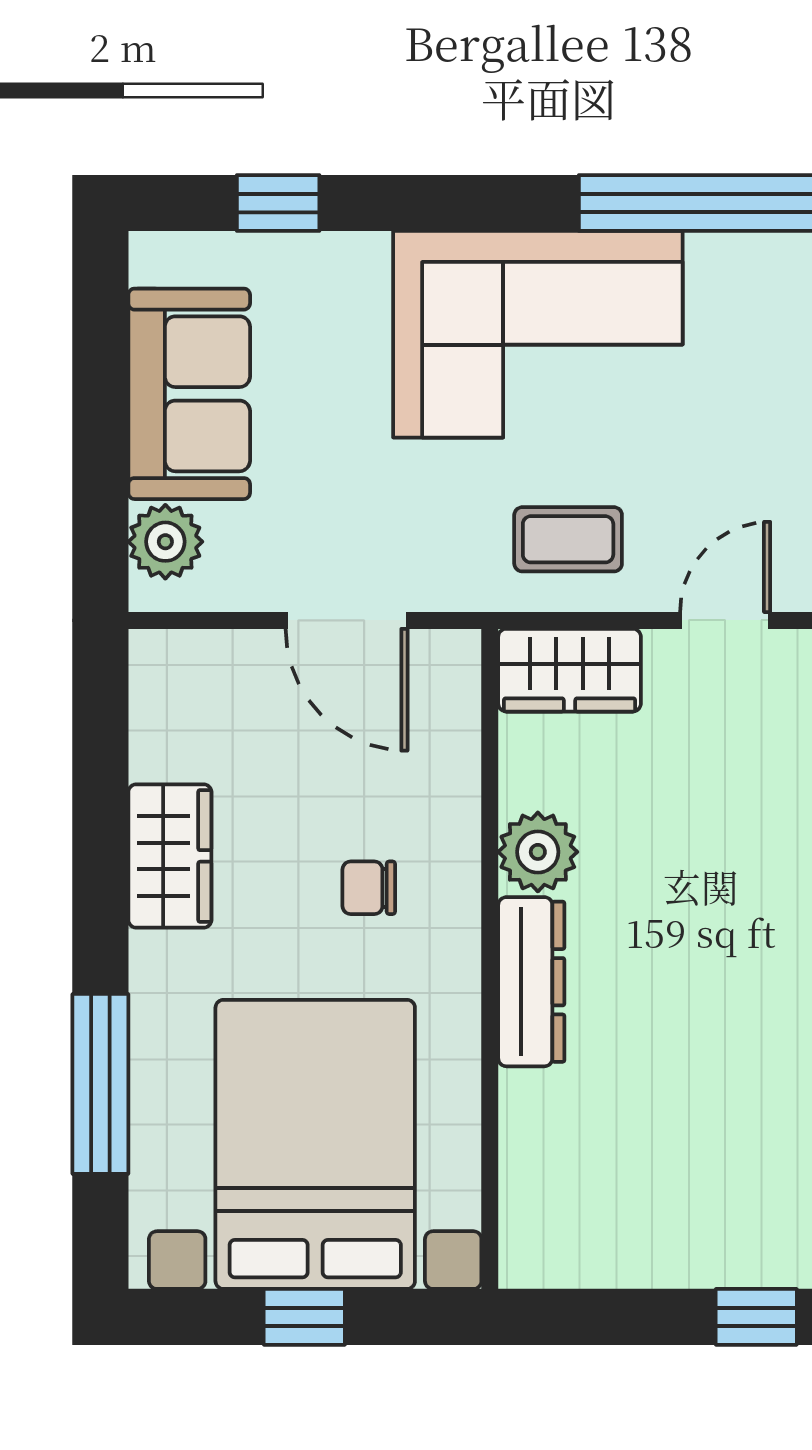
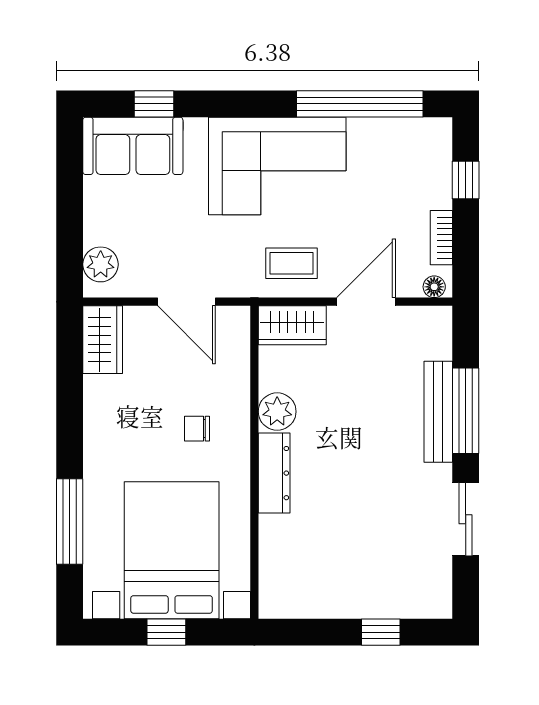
sofa: (189, 394) -> (133, 146), moved, turned 90
door: (725, 620) -> (366, 302), width x1.38
wardrobe: (170, 856) -> (103, 340), moved

